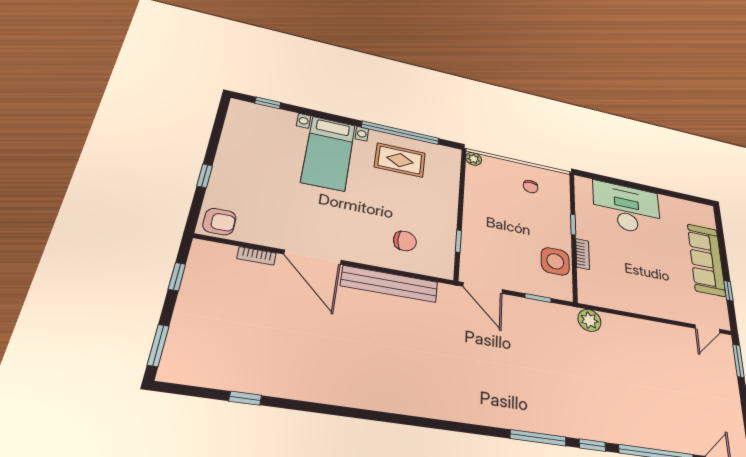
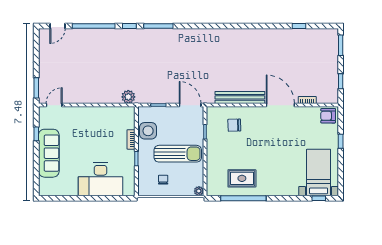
bed with nightstands: (328, 153) -> (319, 172), moved
sun lounger: (506, 218) -> (178, 154), added

